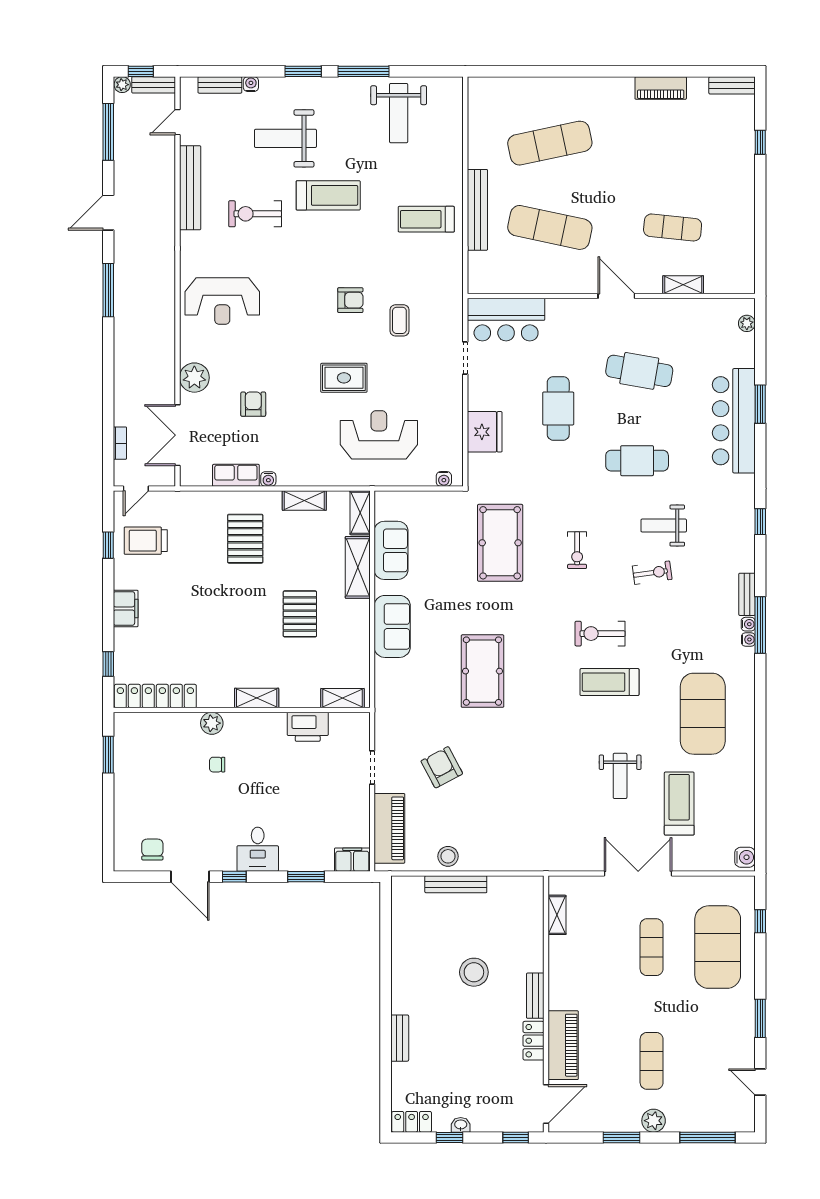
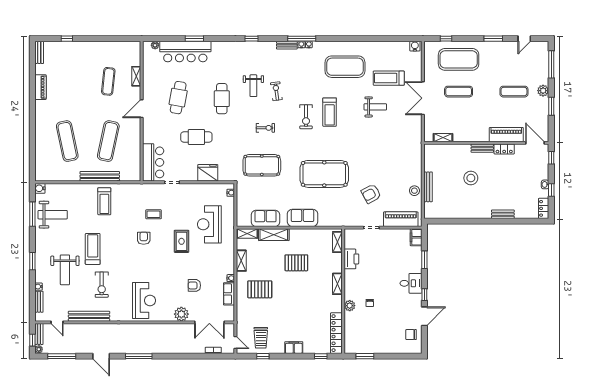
window: (364, 71) -> (32, 214), moved
water cooler: (453, 87) -> (40, 188), added
bar counter: (734, 421) -> (185, 52), moved
pool table: (482, 671) -> (324, 174), width x1.36, depth x1.32

